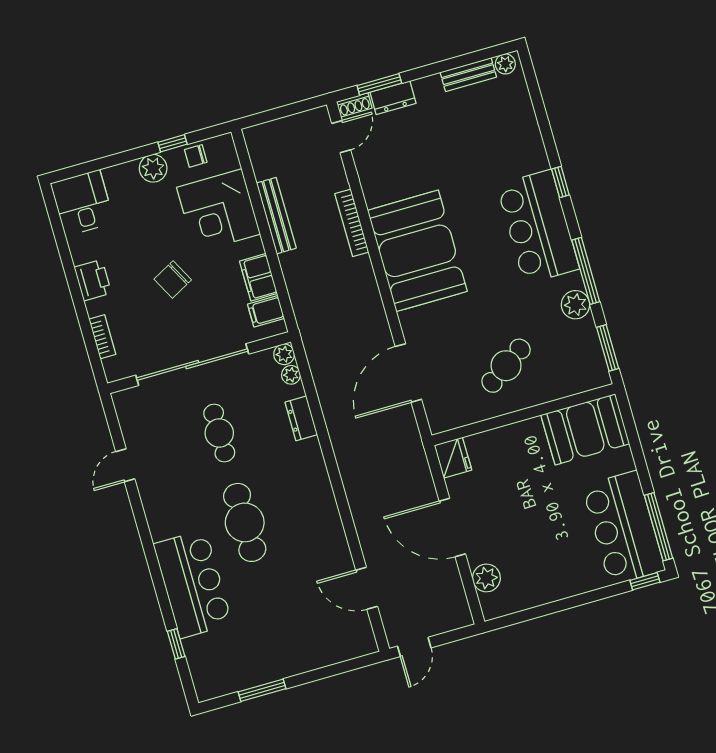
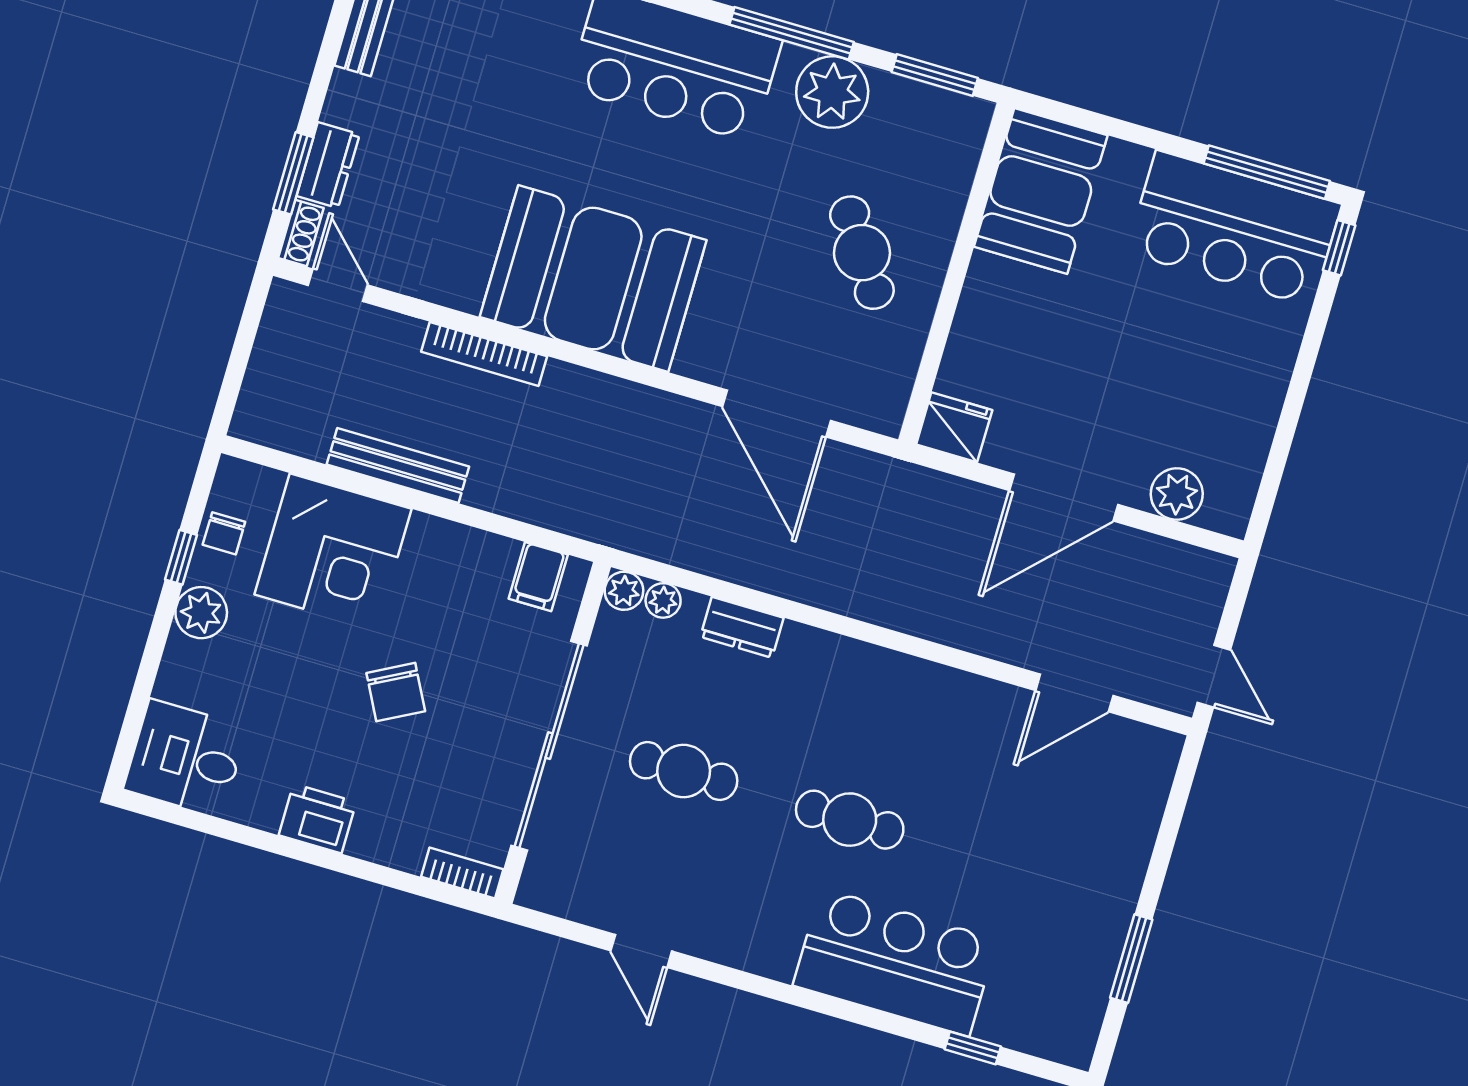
filing cabinet: (258, 277) -> (477, 555), removed
plant: (575, 305) -> (832, 92), width x1.36, depth x1.36
bookcase: (102, 337) -> (462, 873), moved
cafe table: (245, 522) -> (850, 820), width x0.73, depth x0.74

